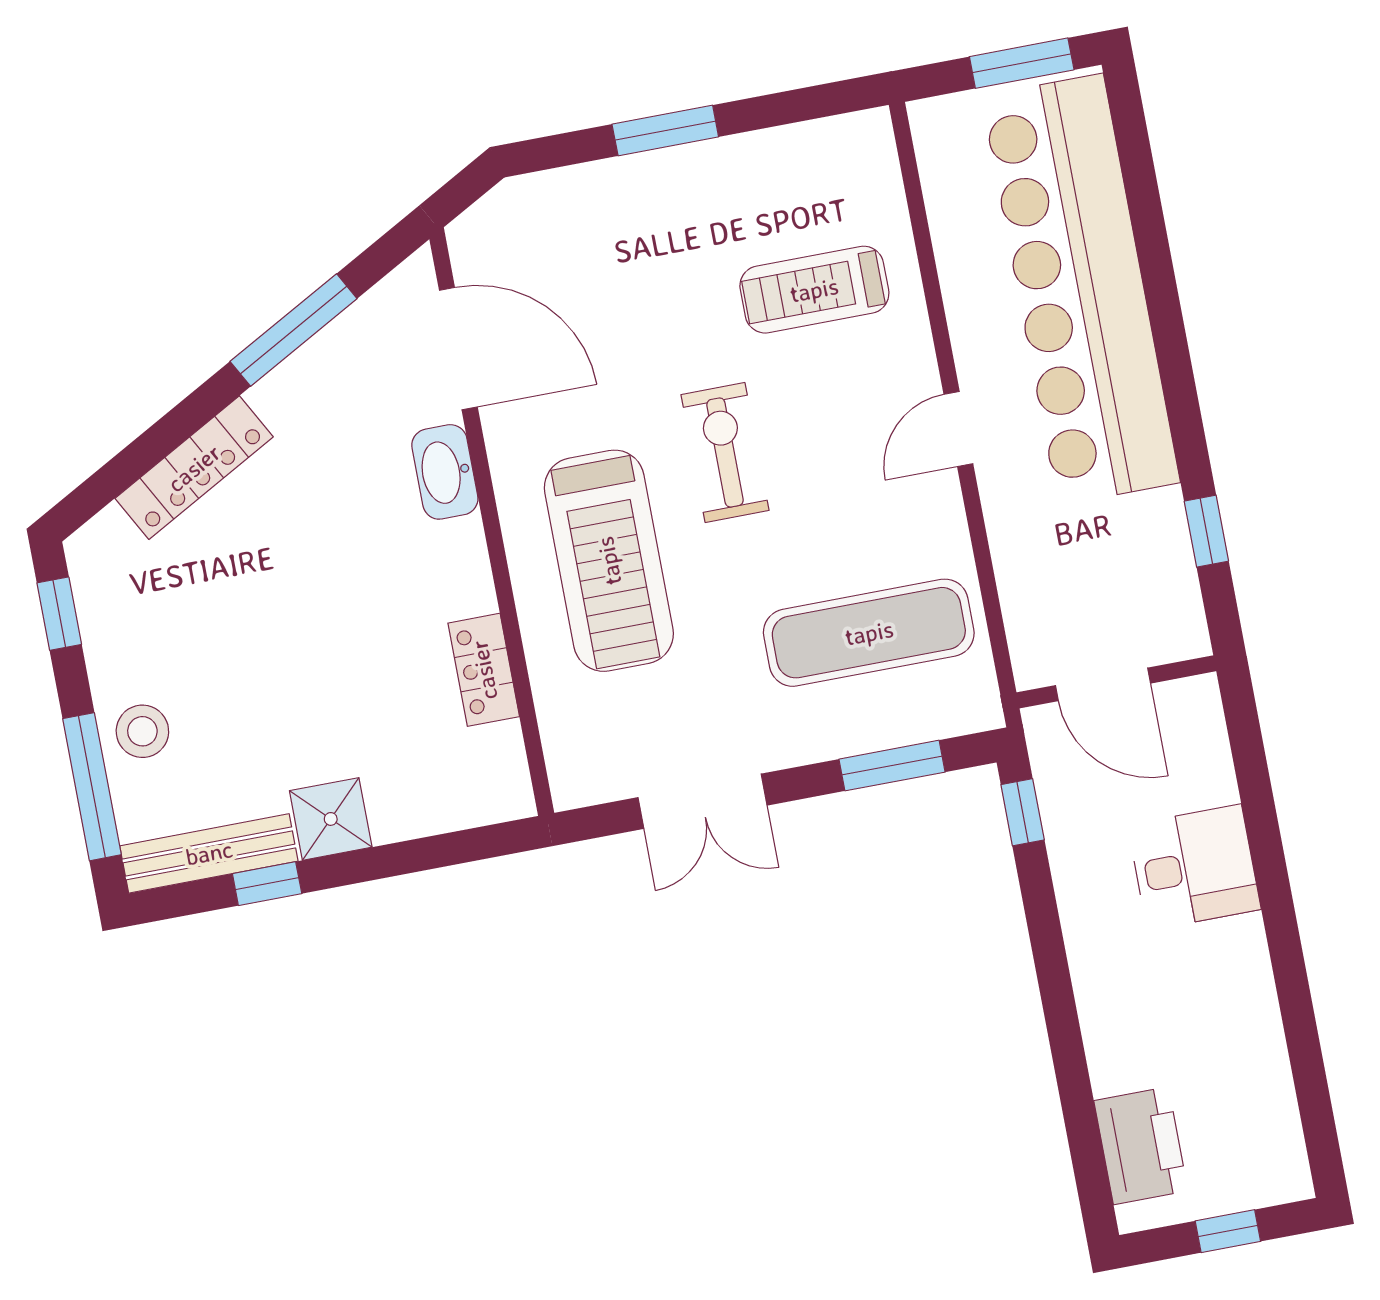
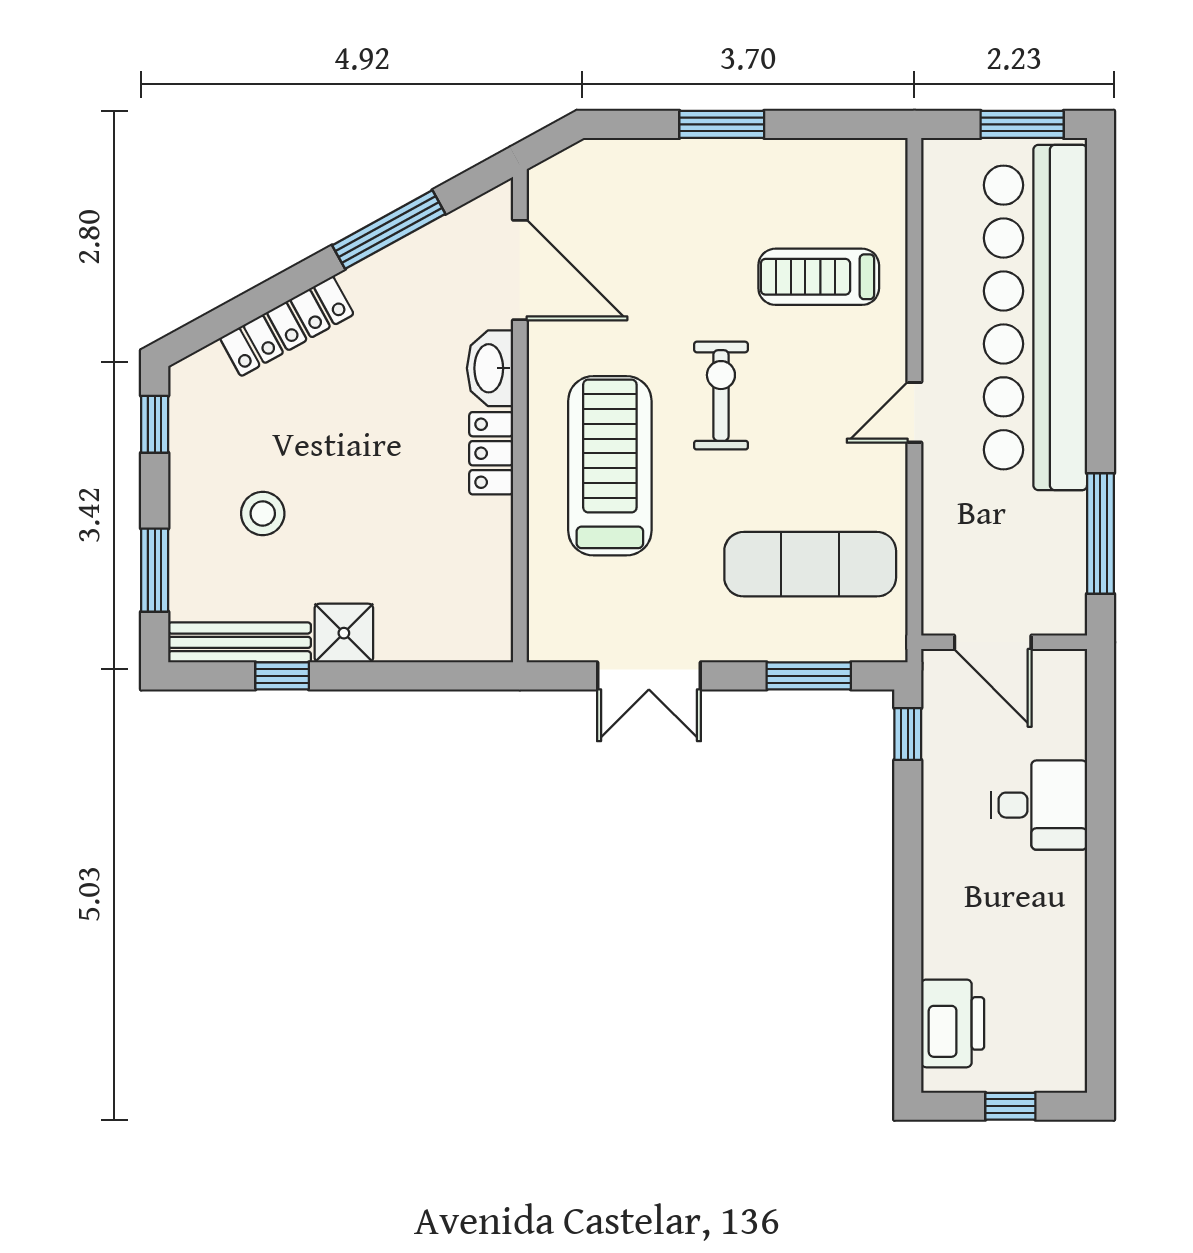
window: (1206, 531) -> (1100, 534), width x2.17
treadmill: (609, 561) -> (610, 466), turned 180
locker: (484, 670) -> (491, 453), moved
stool: (142, 731) -> (263, 513), moved
window: (92, 787) -> (155, 570), width x0.69

